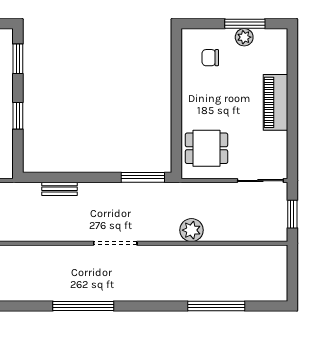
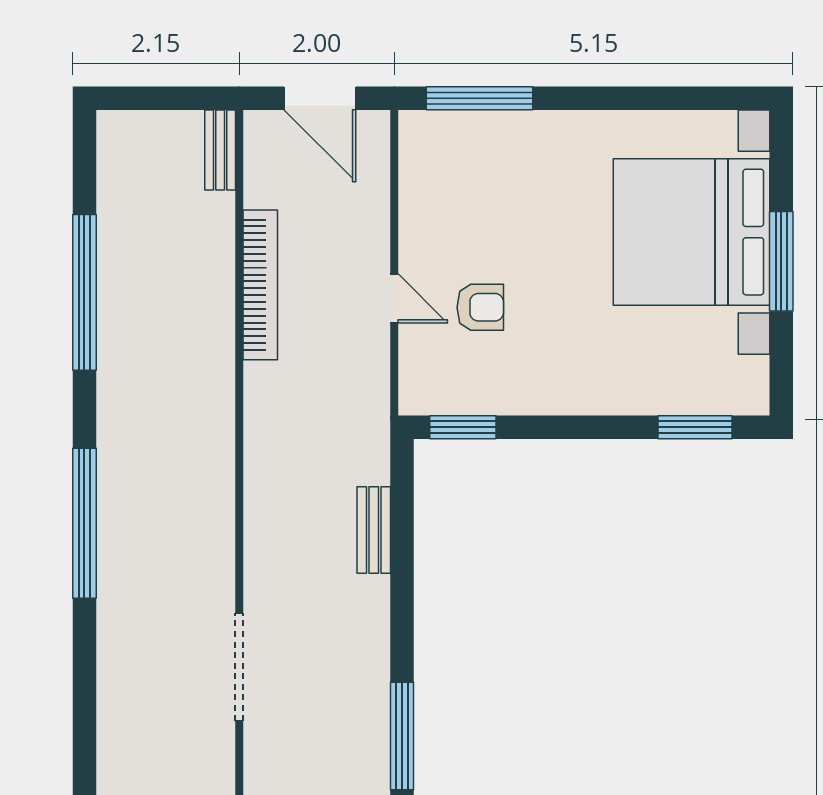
window: (18, 116) -> (463, 427), moved
window: (83, 306) -> (84, 523), moved

